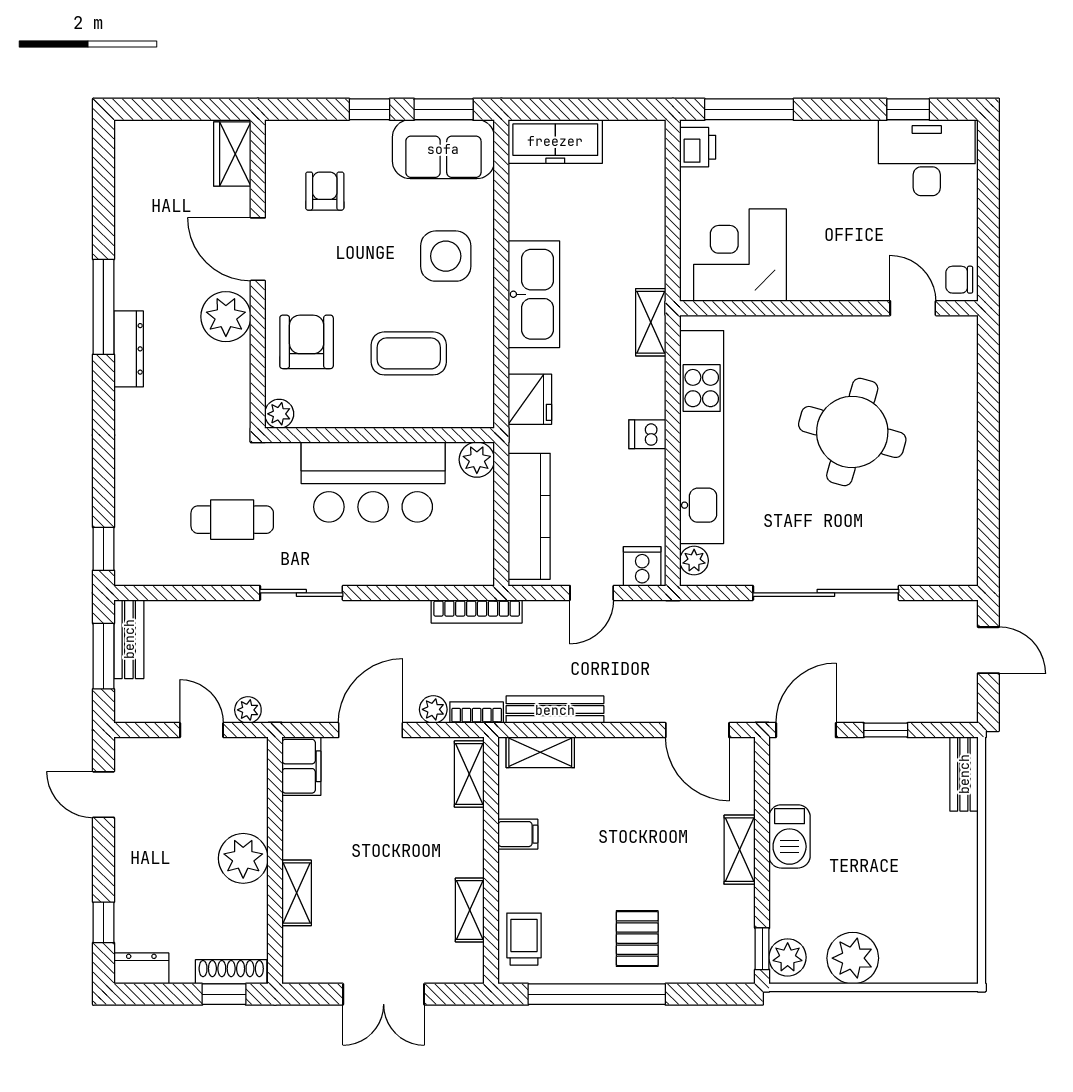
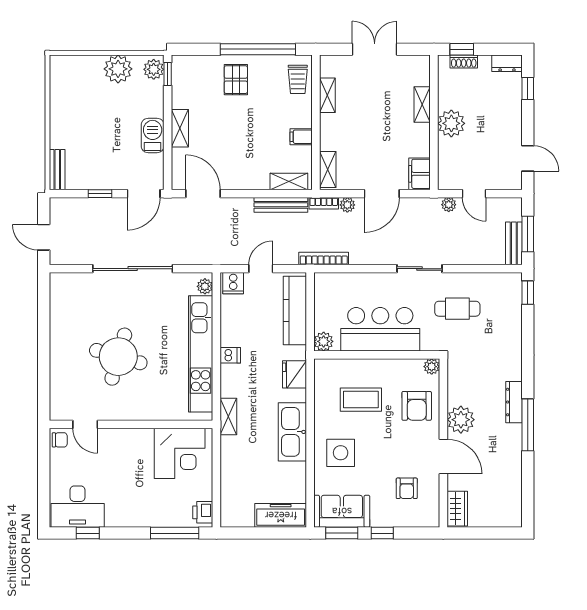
shoe rack: (231, 972) -> (464, 61), width x0.70

